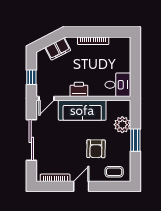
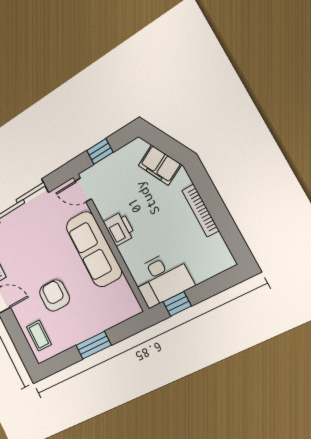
window: (135, 79) -> (177, 304), added
desk: (118, 85) -> (162, 279), width x1.37
plant: (122, 125) -> (104, 316), removed
armchair: (96, 149) -> (54, 295), turned 89

